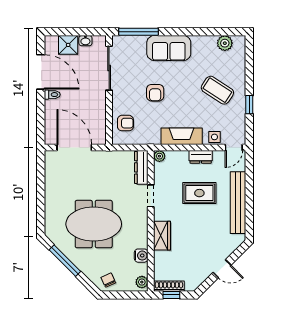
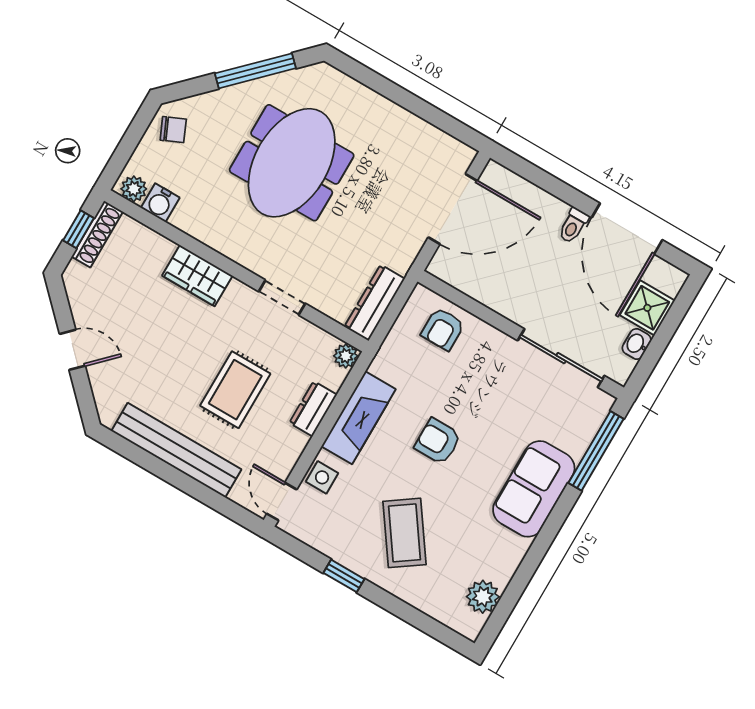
door: (41, 72) -> (627, 229), hinge flipped
coffee table: (217, 90) -> (404, 533), turned -68
armchair: (155, 93) -> (438, 441), moved
dresser: (201, 157) -> (313, 409), moved
dresser: (141, 167) -> (375, 303), moved, turned -90
water cooler: (141, 256) -> (160, 203), moved
door: (222, 269) -> (72, 350), swing flipped

